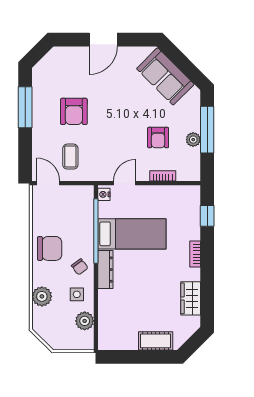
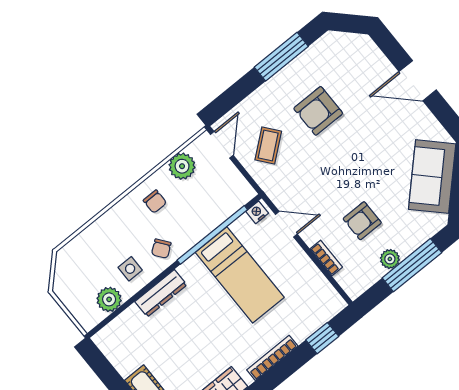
coffee table: (70, 157) -> (268, 146), turned -39
chair: (50, 248) -> (155, 202), width x0.54, depth x0.54
bookcase: (195, 254) -> (272, 358), width x1.56
dresser: (105, 270) -> (161, 293), moved
plant: (42, 296) -> (182, 166), moved

